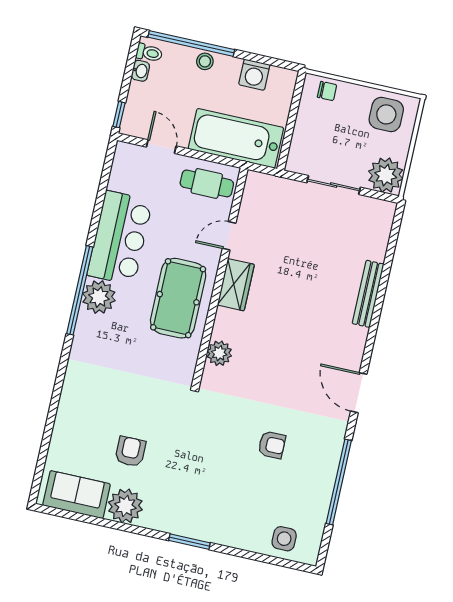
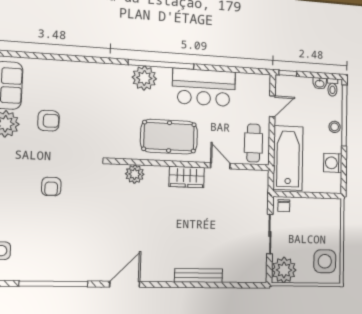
chair: (327, 91) -> (284, 206), moved
plant: (99, 297) -> (144, 78), moved
armchair: (272, 445) -> (51, 186), moved

